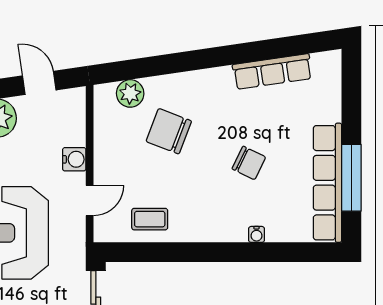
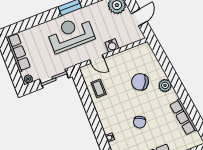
plant: (130, 93) -> (165, 85), moved
chair: (169, 131) -> (140, 82), turned -81

